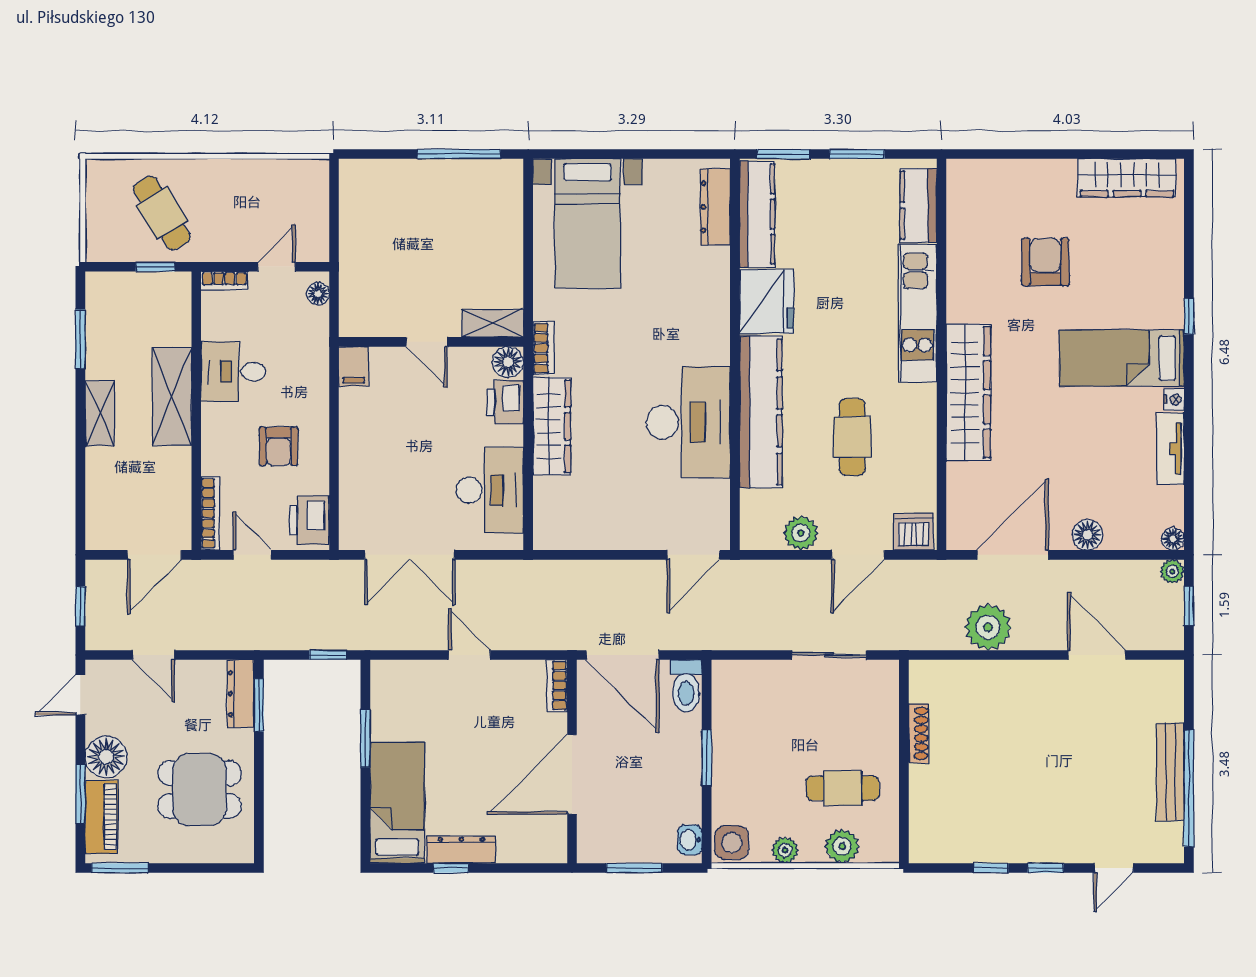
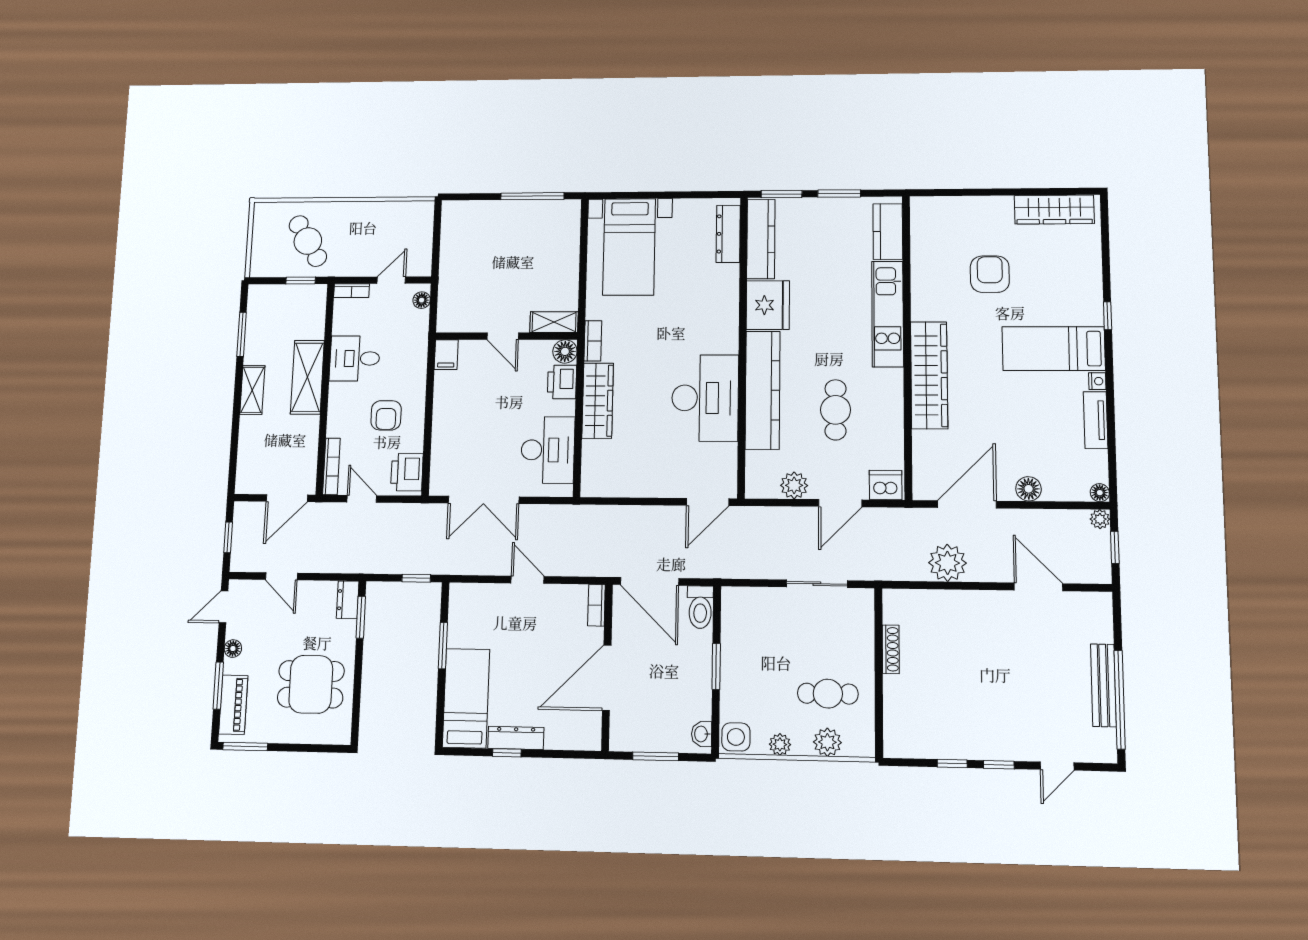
dresser: (241, 694) -> (348, 600), width x0.70
floor lamp: (106, 757) -> (233, 649), width x0.53, depth x0.53

